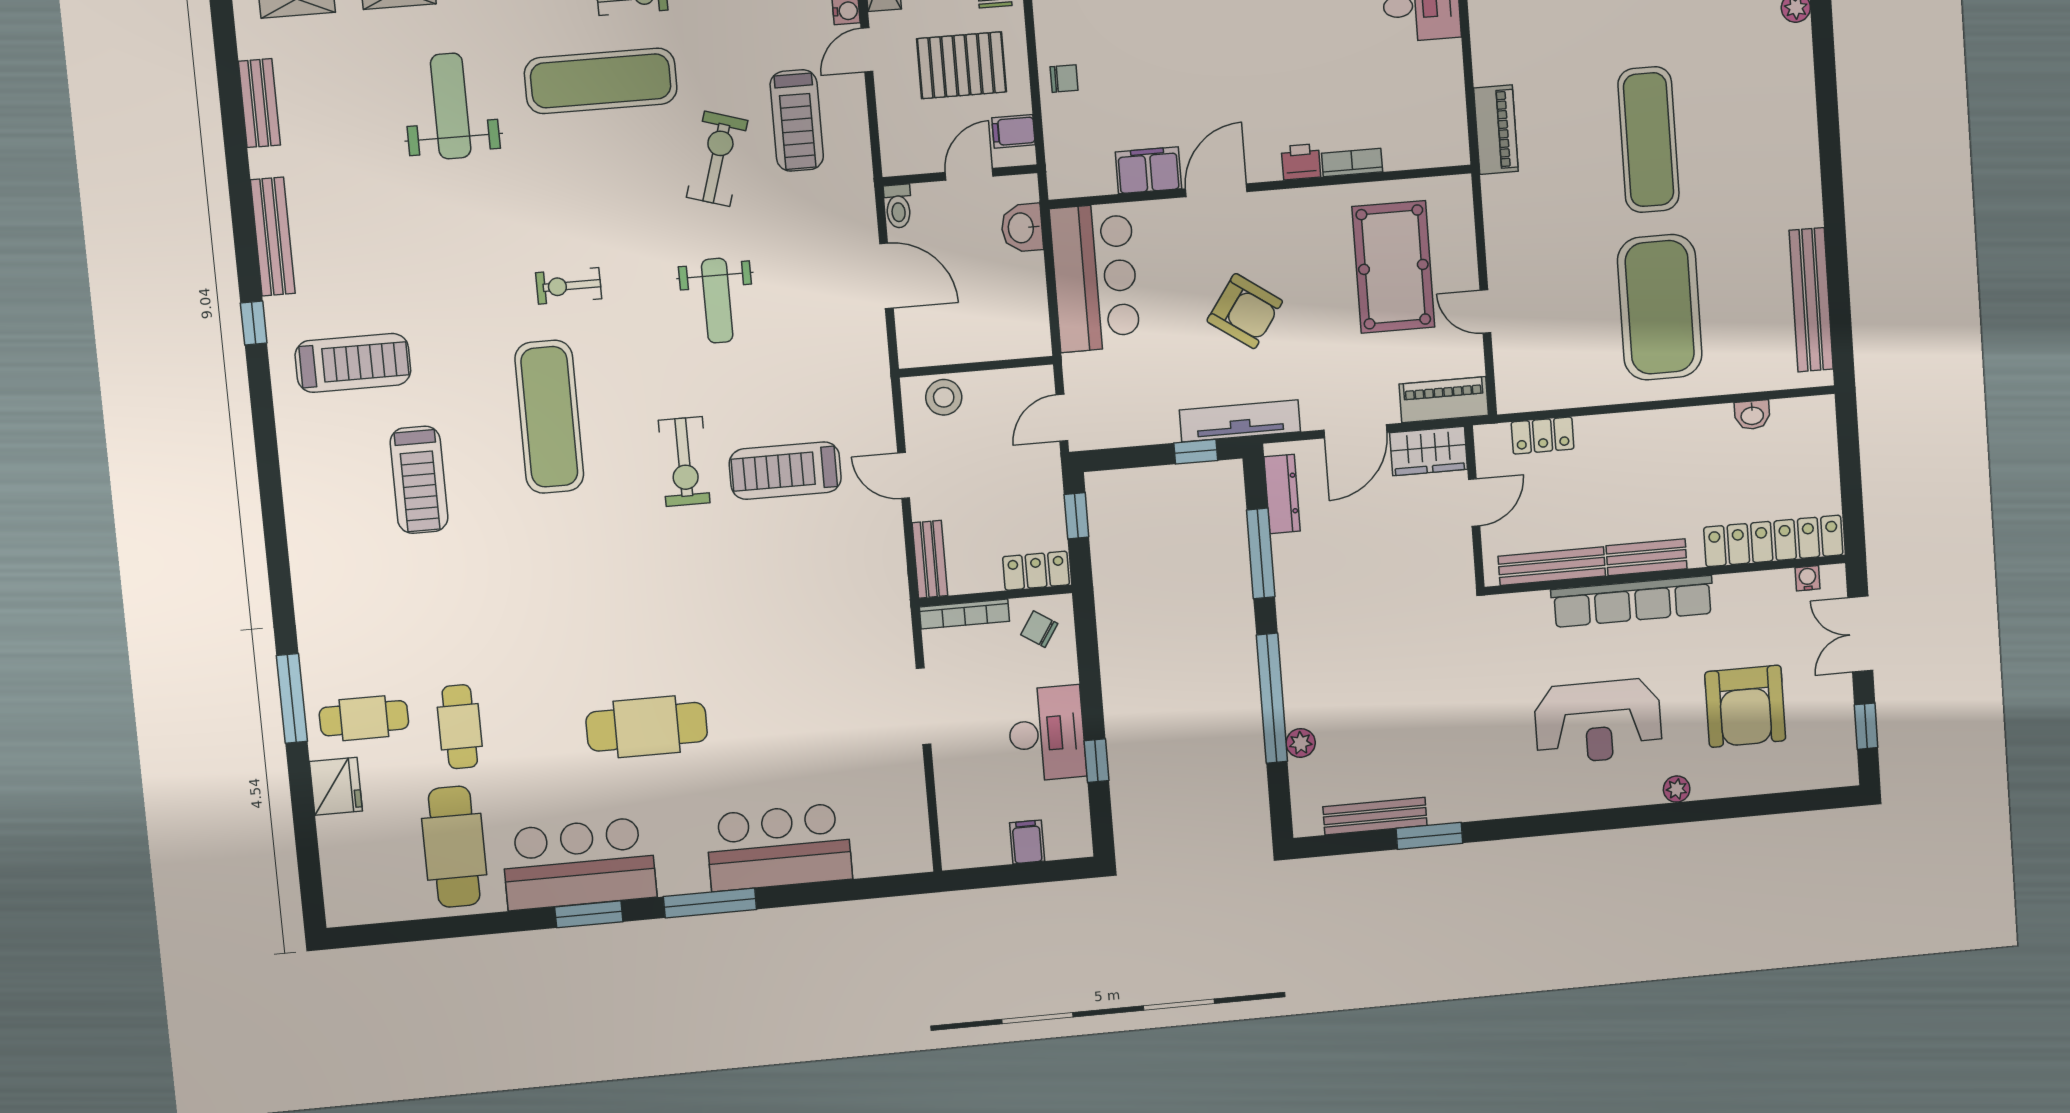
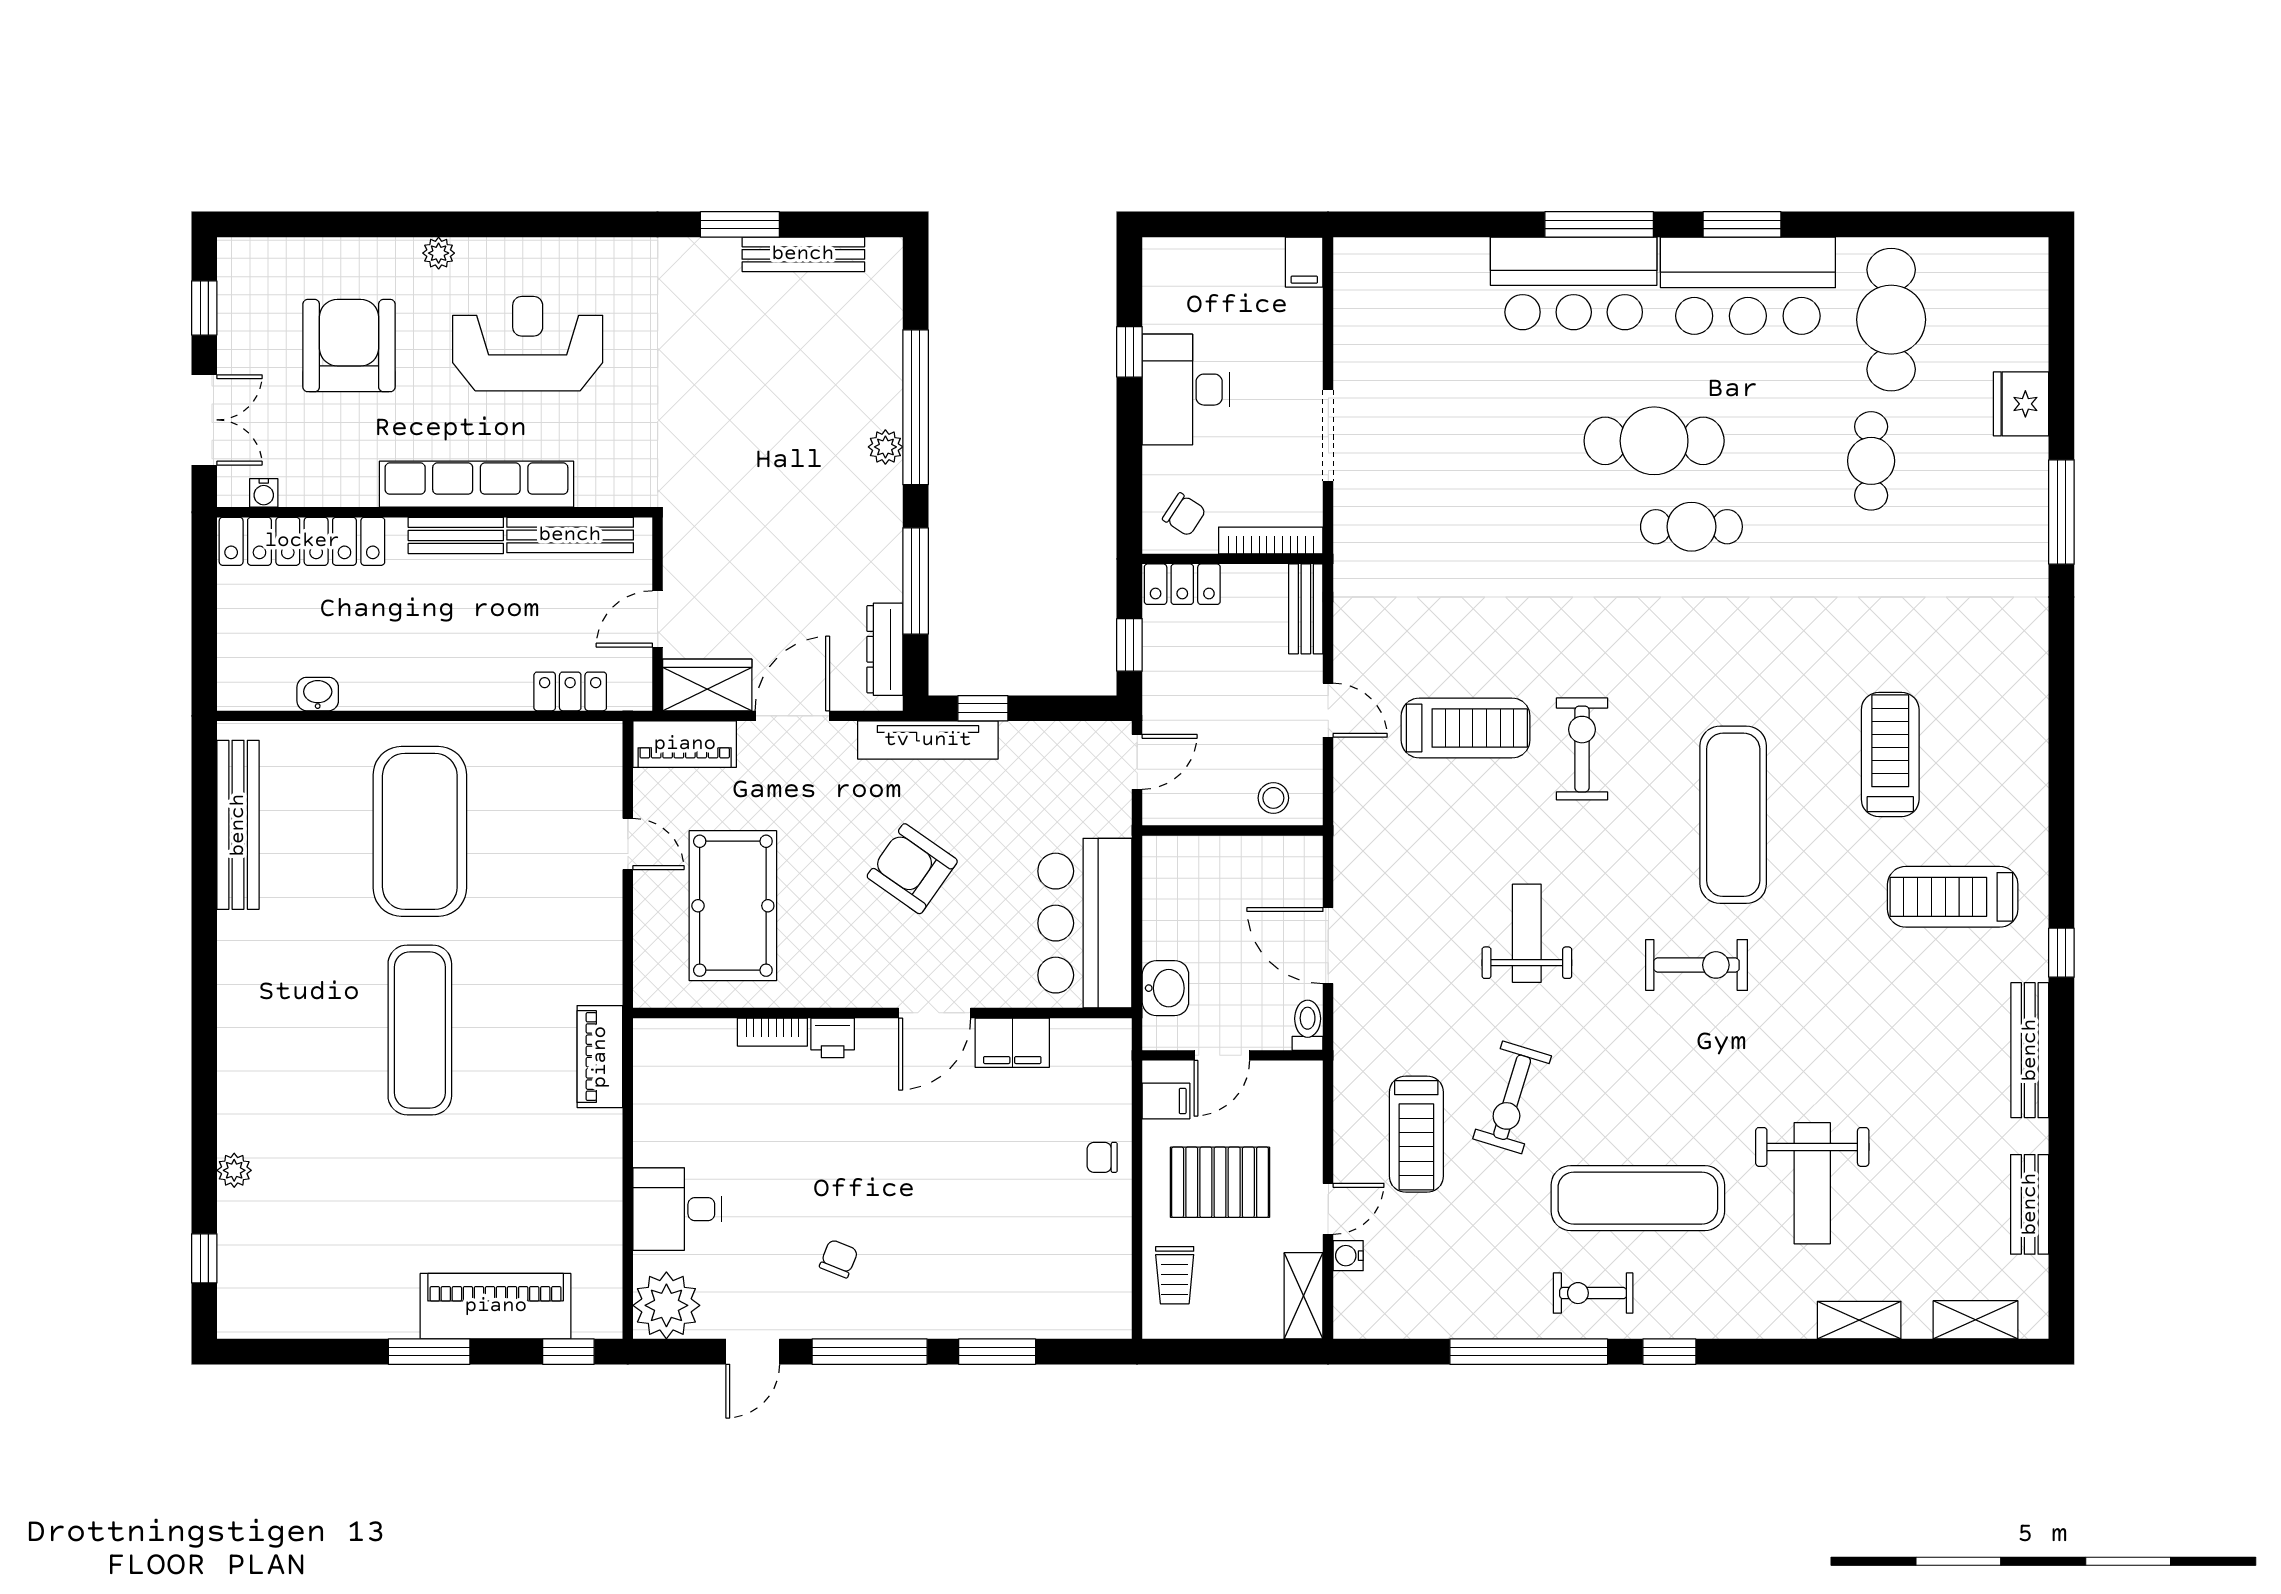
treadmill: (797, 120) -> (1416, 1134), turned 180
exercise bike: (569, 286) -> (1697, 965), width x1.38, depth x1.39
stool: (944, 397) -> (1273, 798), width x0.73, depth x0.73
cafe table: (364, 718) -> (1691, 527), moved
plant: (1301, 743) -> (885, 447), moved
filing cabinet: (1027, 842) -> (1304, 262), moved
bar counter: (779, 847) -> (1574, 283), moved

